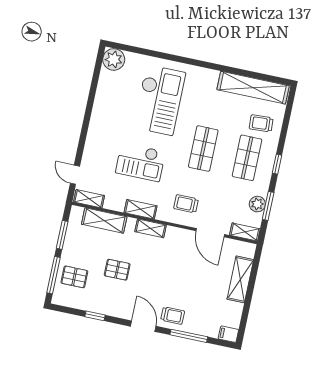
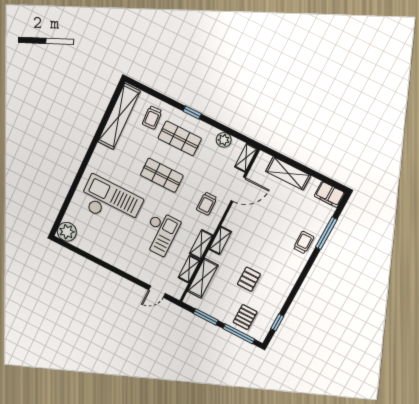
shelving: (89, 199) -> (189, 269), moved
window: (268, 206) -> (228, 130), removed
window: (95, 316) -> (277, 322), moved
door: (143, 326) -> (306, 271), removed
filing cabinet: (228, 334) -> (330, 194), width x2.00

